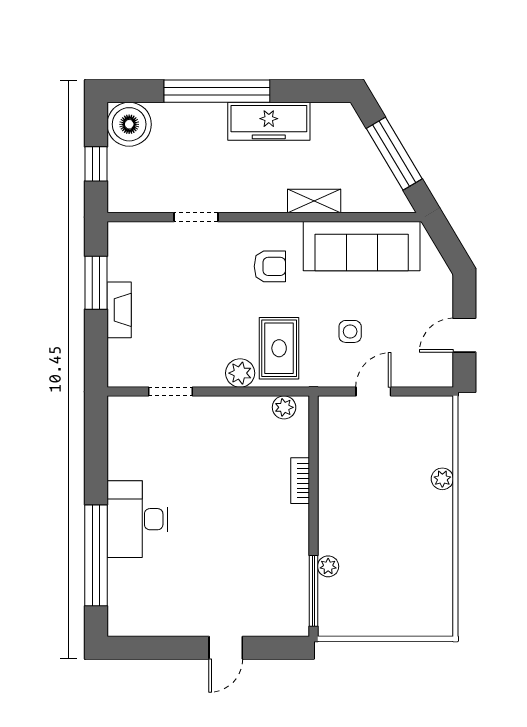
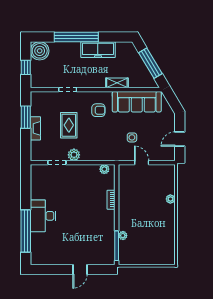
rug: (279, 348) -> (69, 125), moved
plant: (240, 373) -> (74, 155), moved
door: (373, 392) -> (142, 163), hinge flipped

